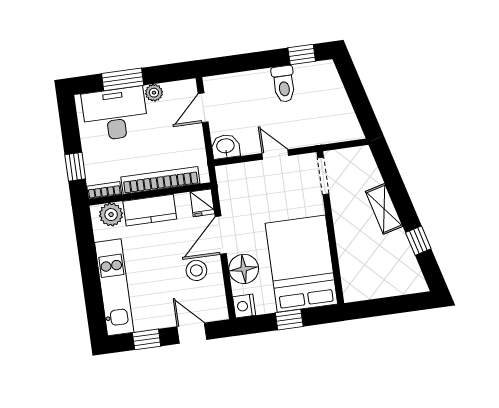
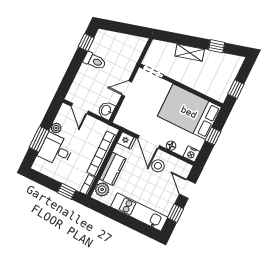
desk: (115, 114) -> (56, 150), width x0.73
floor lamp: (244, 269) -> (171, 146), width x0.53, depth x0.53
window: (376, 307) -> (236, 89), added
door: (192, 333) -> (187, 189), hinge flipped

